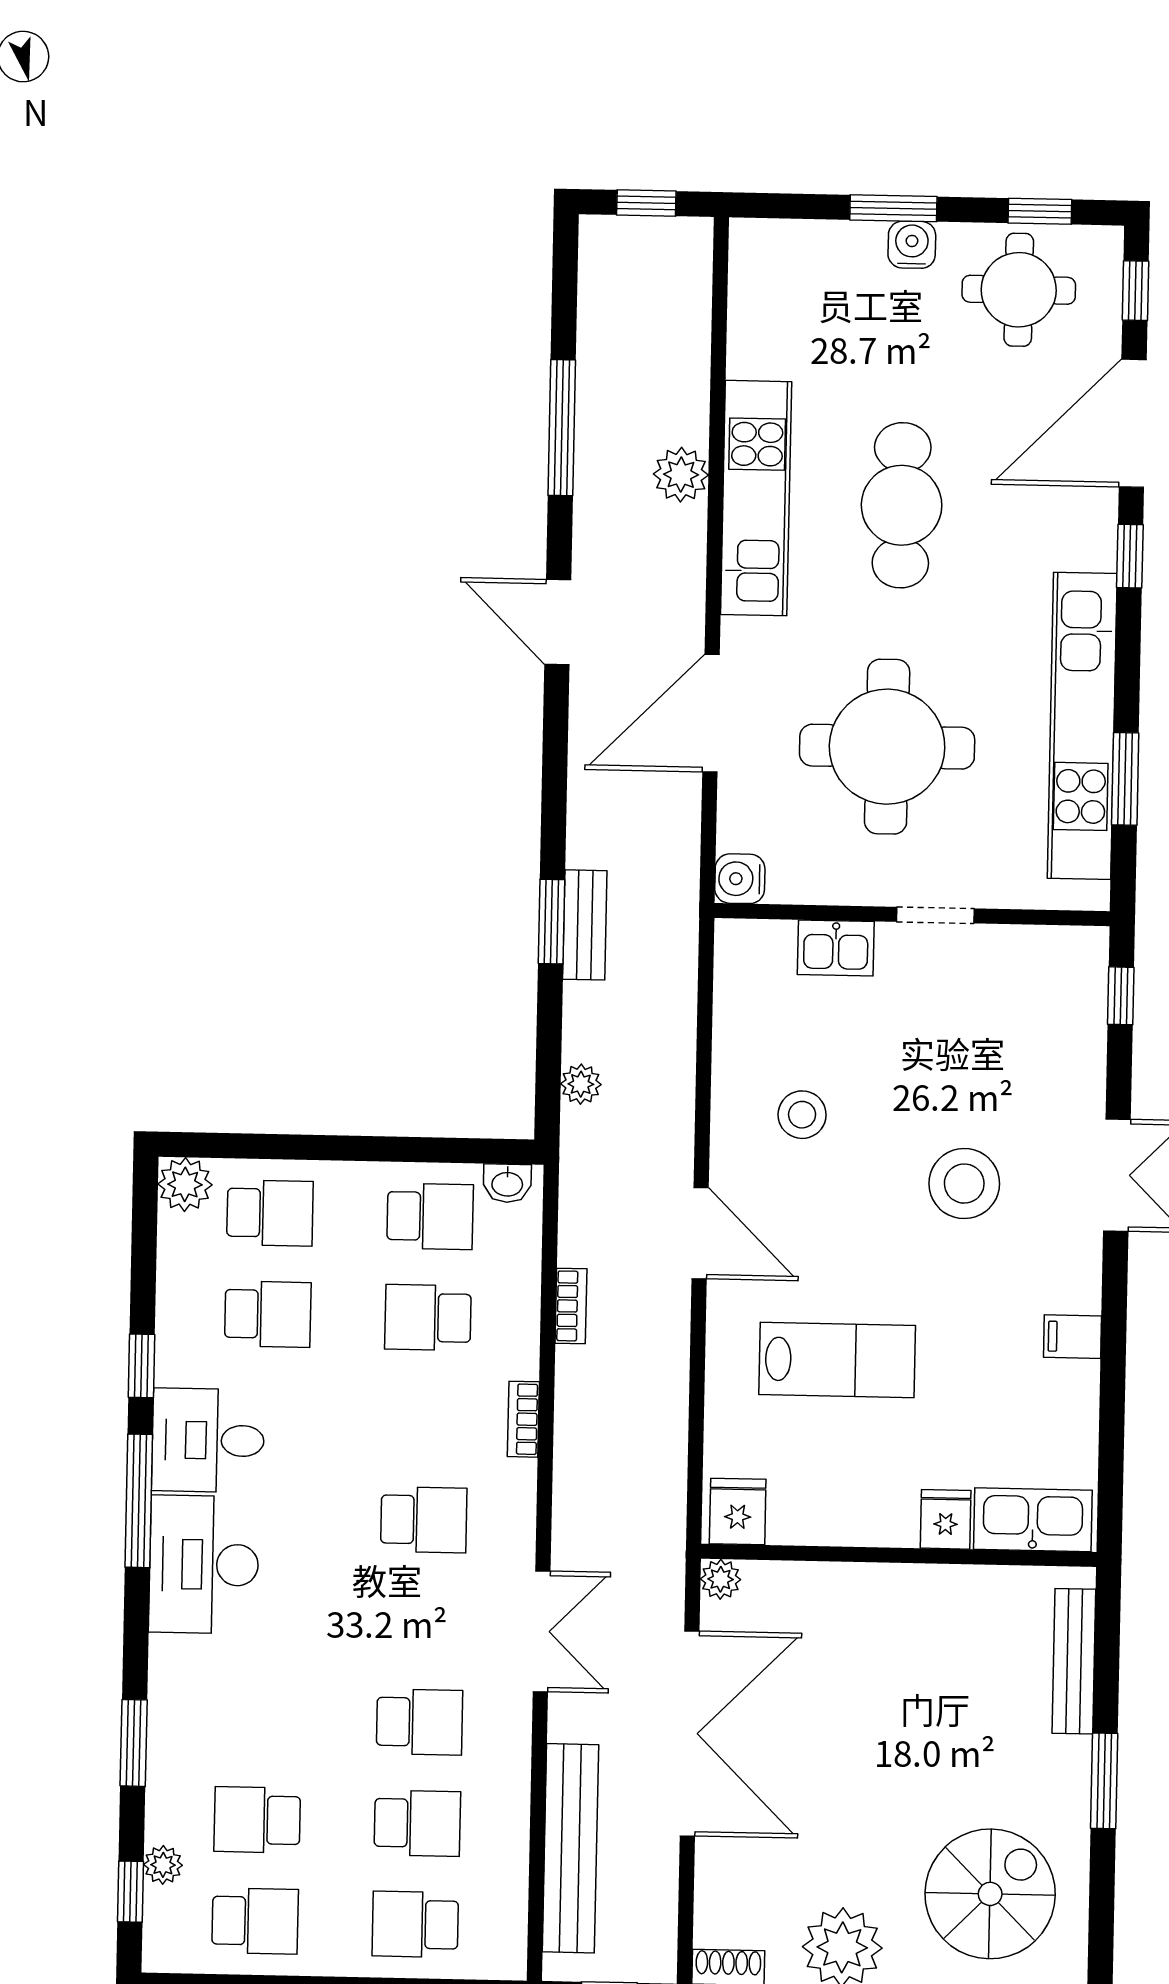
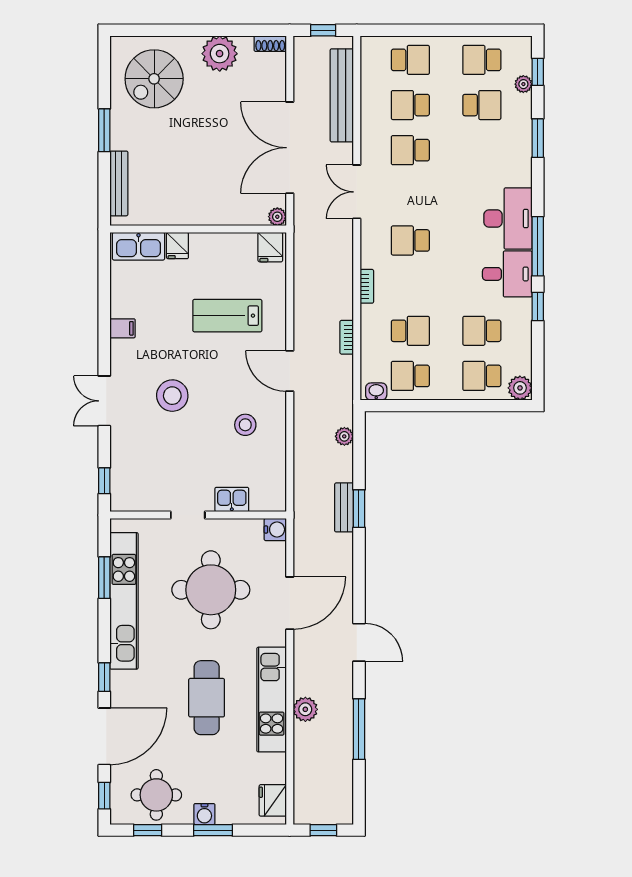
fridge: (758, 272) -> (273, 800), added

